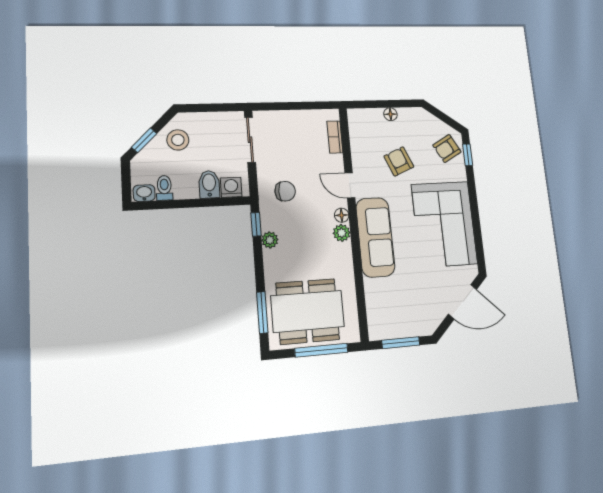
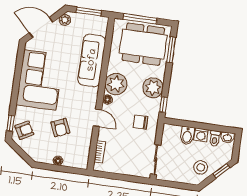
washing machine: (231, 187) -> (201, 135), moved
plant: (342, 233) -> (116, 84), width x1.87, depth x1.87
sofa: (375, 237) -> (92, 60), moved
plant: (270, 240) -> (153, 88), width x1.88, depth x1.88
plant: (432, 321) -> (65, 20), added

